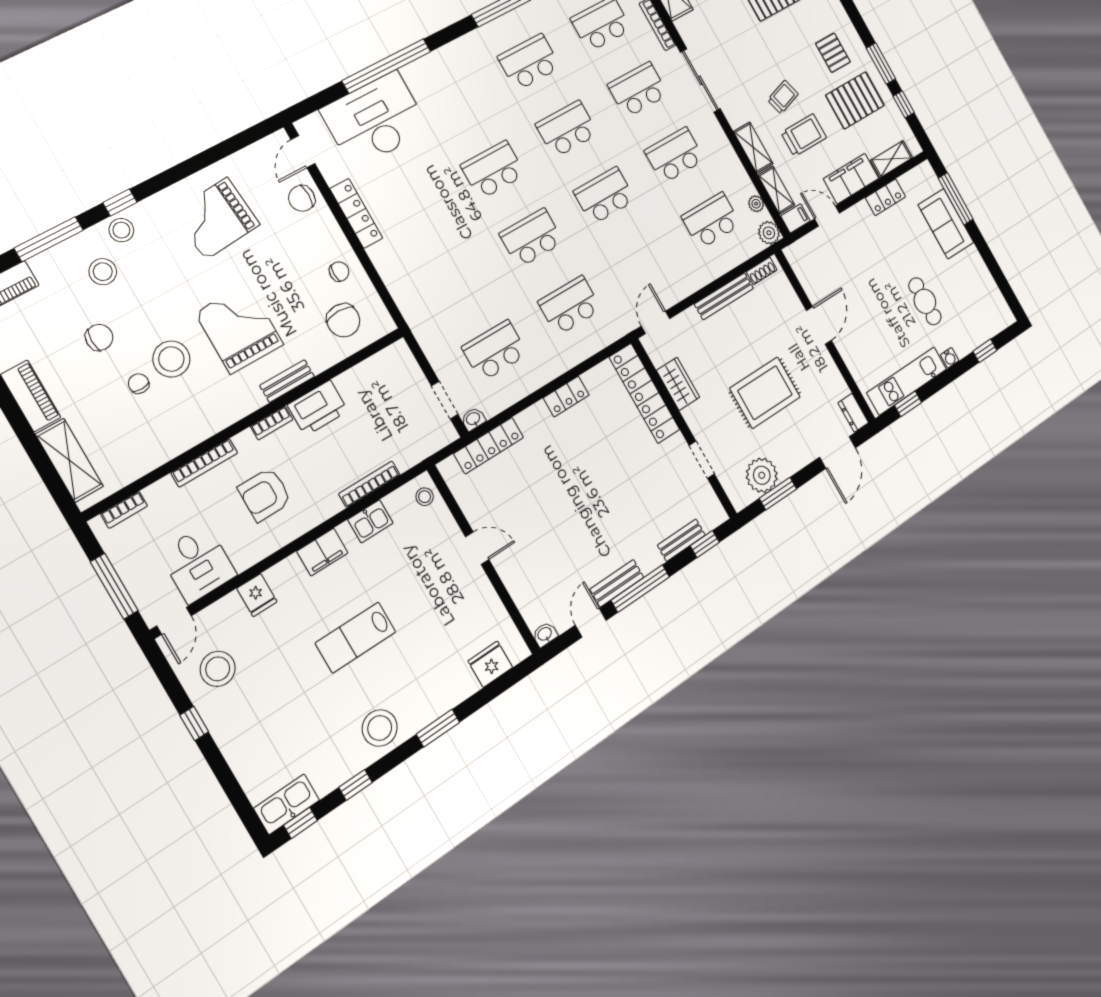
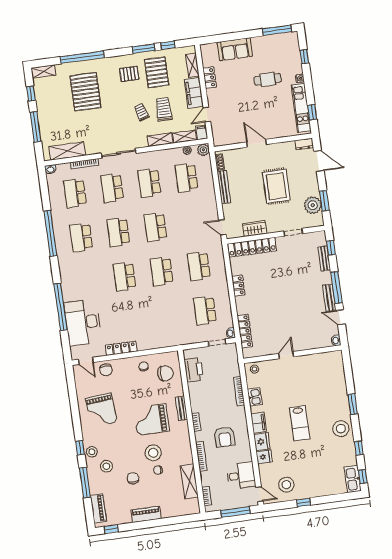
window: (956, 199) -> (277, 30), moved
printer: (318, 408) -> (194, 370), moved
shelving: (69, 460) -> (189, 481), moved, turned 90
fridge: (490, 664) -> (262, 442), moved, turned 180

